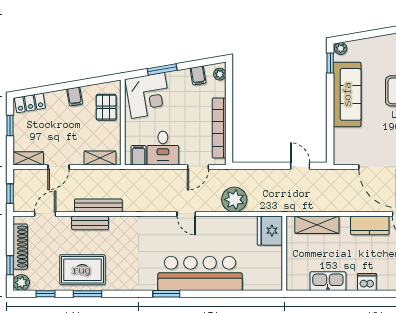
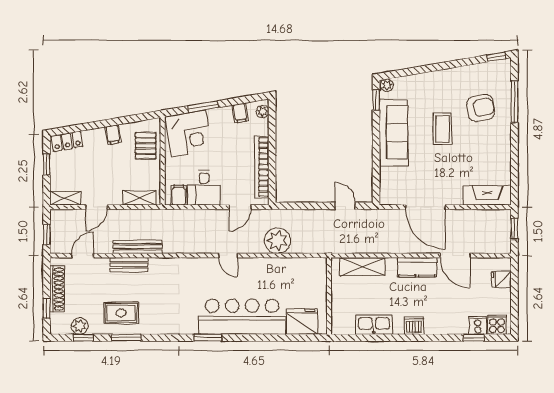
fridge: (270, 231) -> (302, 322), moved, turned 90
rug: (82, 270) -> (121, 313), width x0.73, depth x0.70
plant: (21, 282) -> (80, 326), moved

